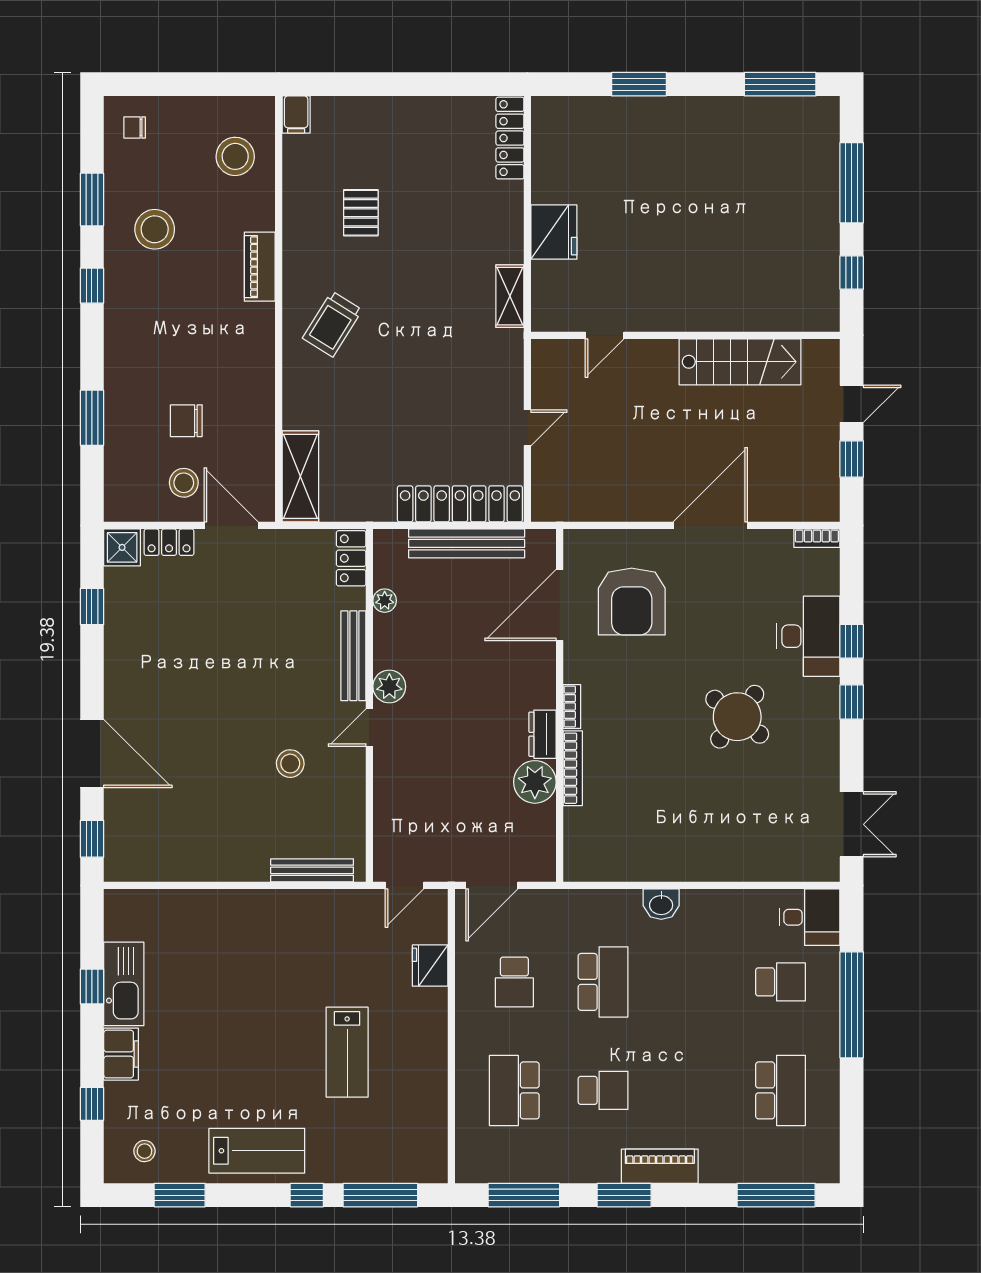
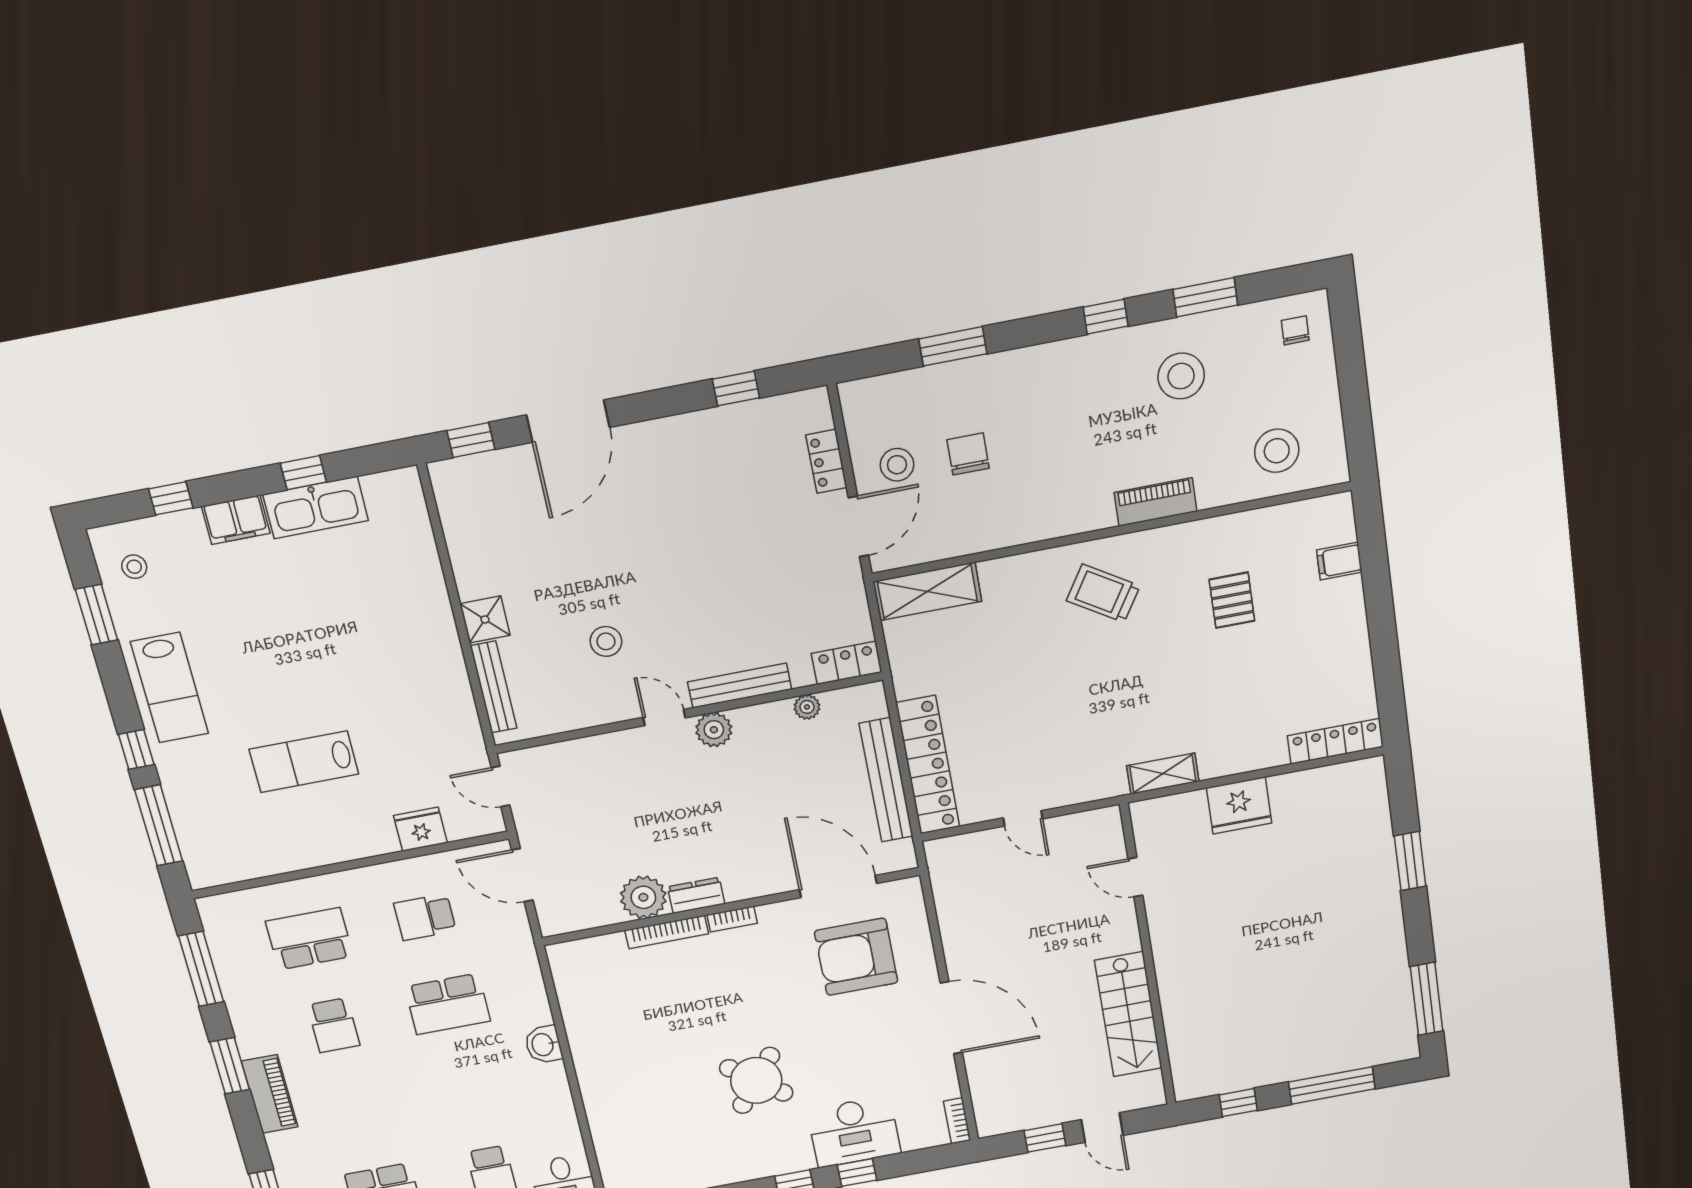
filing cabinet: (296, 114) -> (1339, 561), moved
pallet: (361, 213) -> (1232, 600), turned 90
shower: (122, 547) -> (485, 619), moved

